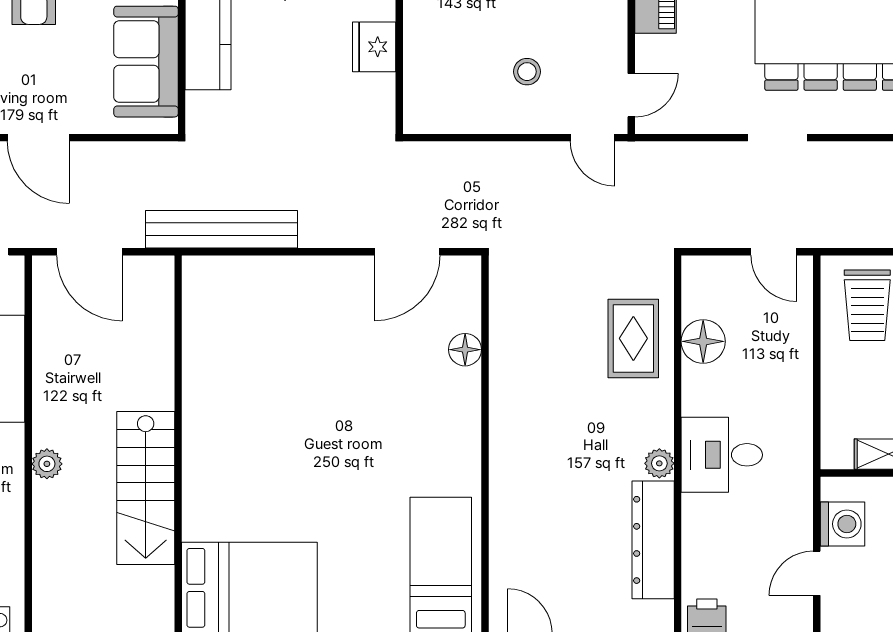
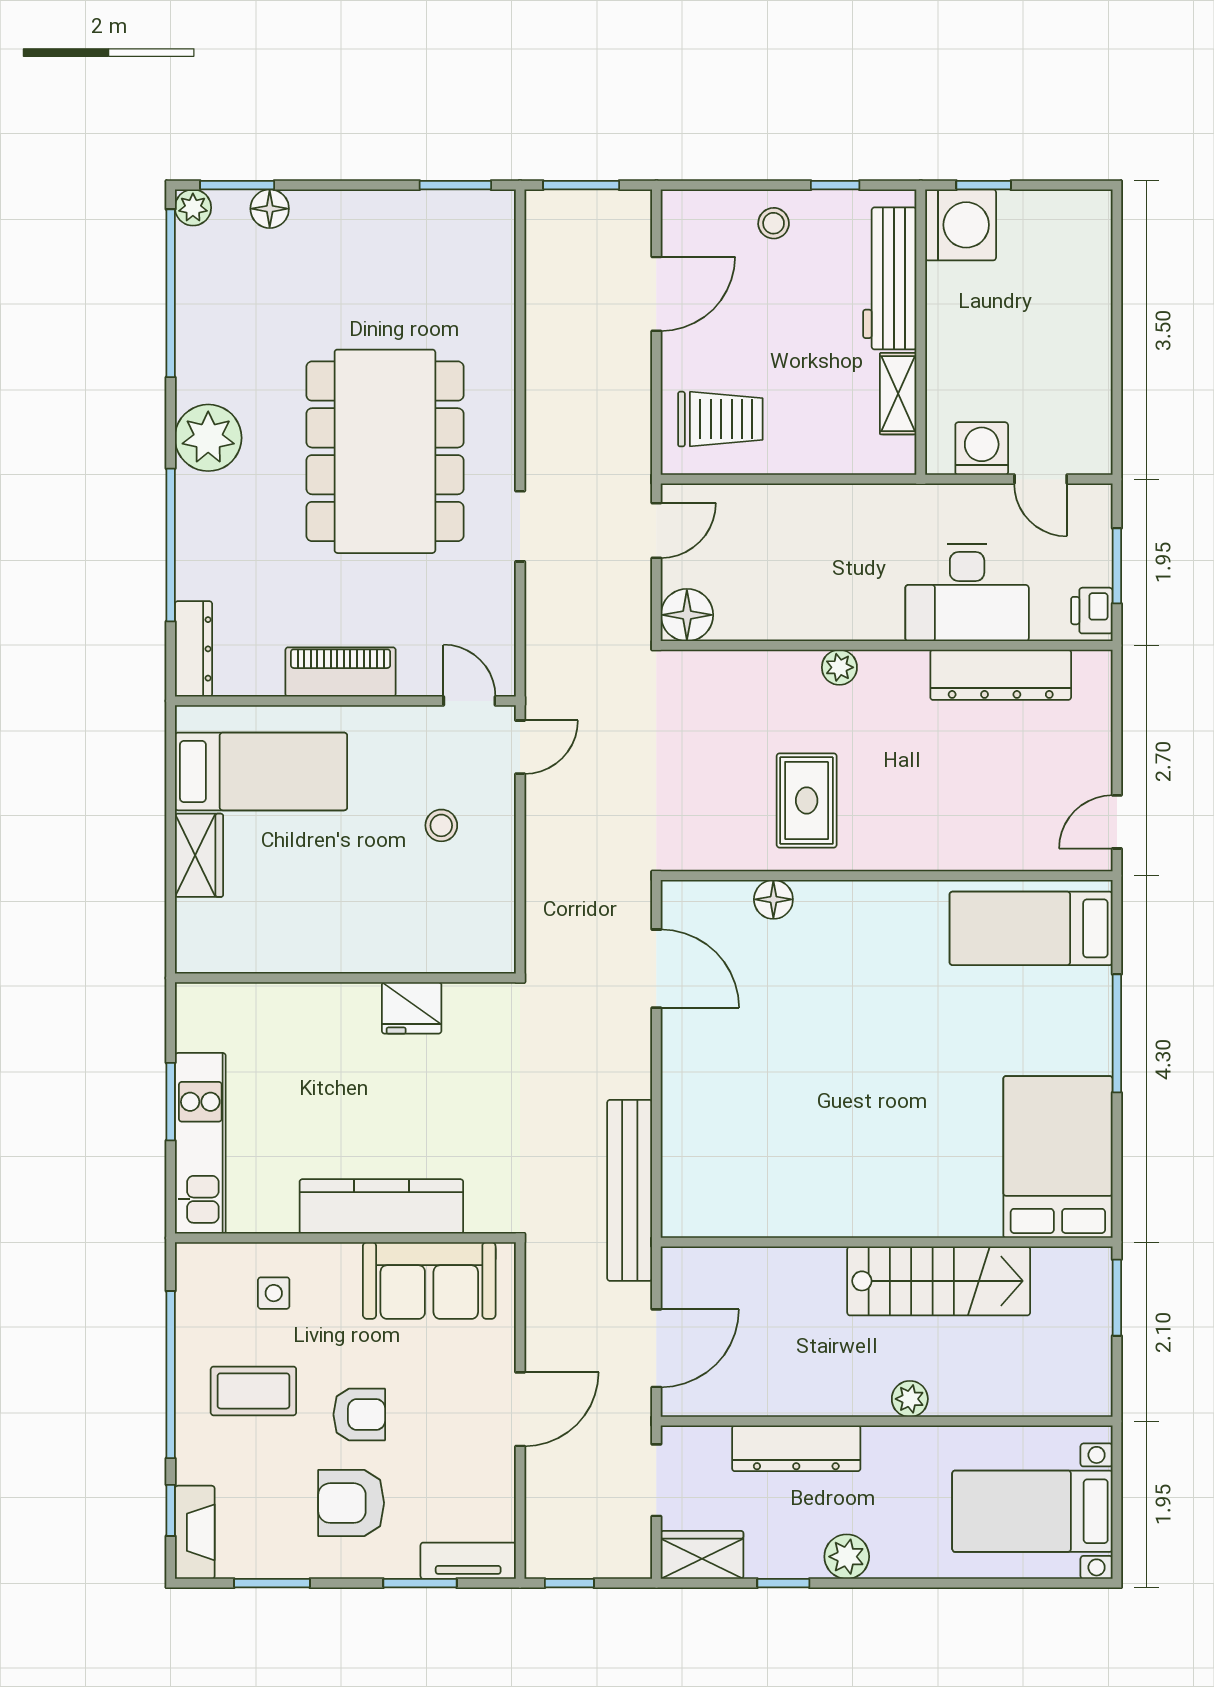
rug: (633, 338) -> (807, 800), moved, turned 90
floor lamp: (703, 341) -> (687, 615), moved
desk: (722, 455) -> (967, 593), moved, width x1.37
plant: (659, 463) -> (839, 667), moved

